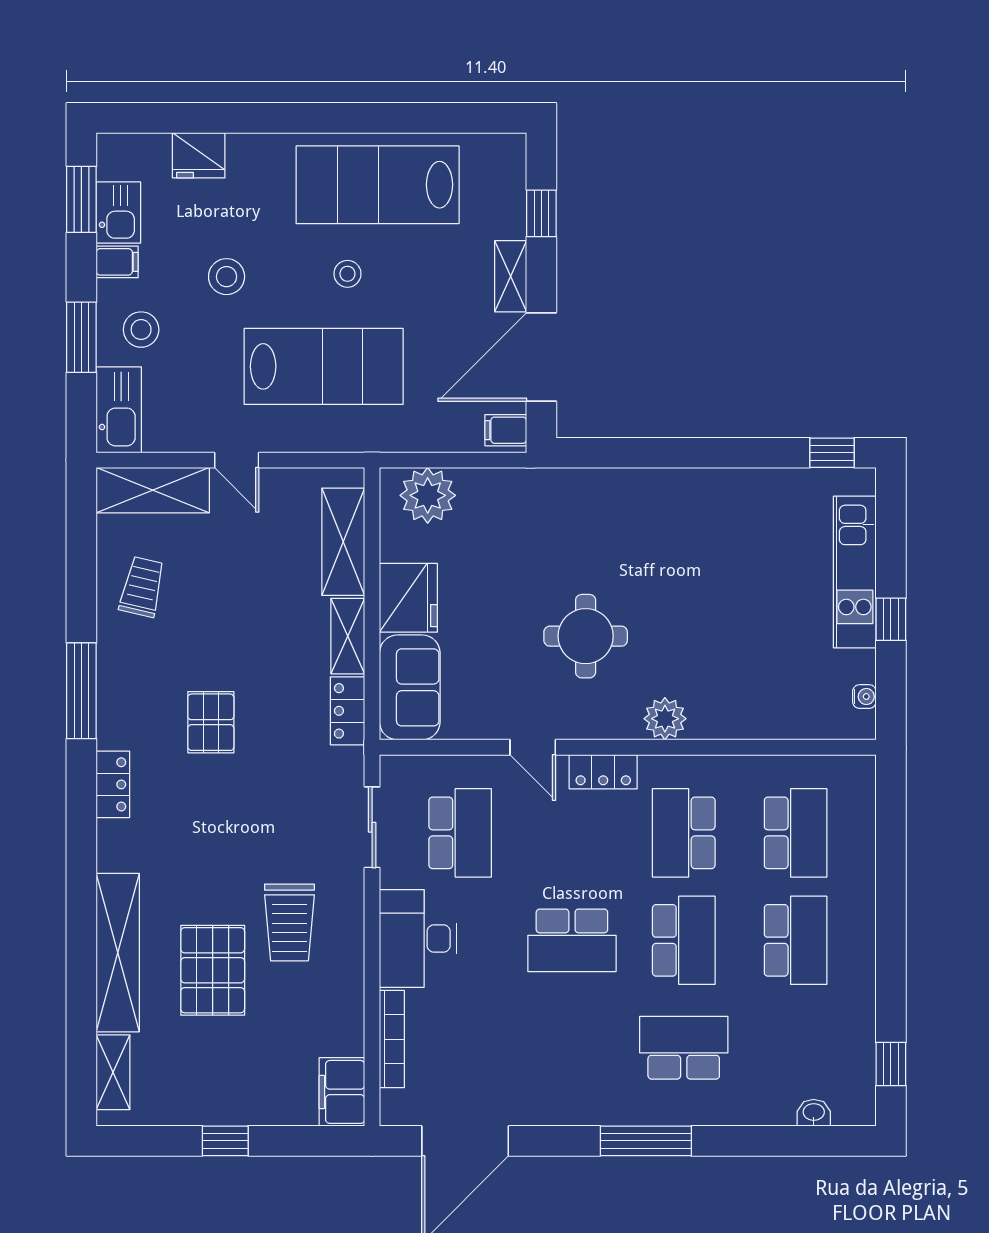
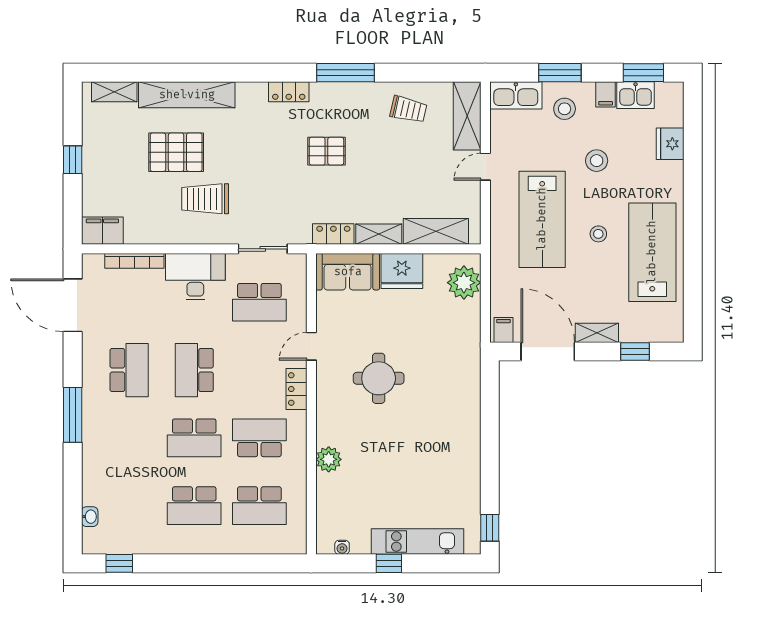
plant: (665, 719) -> (329, 459), moved
school desk: (684, 1048) -> (129, 370), moved

